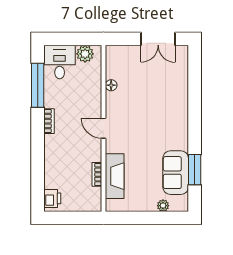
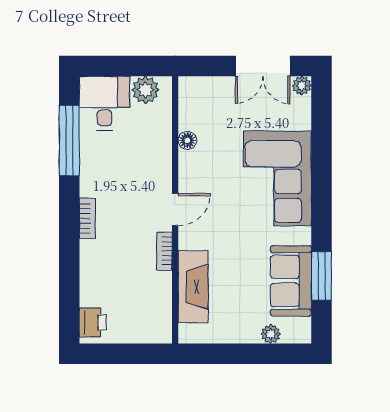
plant: (182, 51) -> (302, 86), added
corner sofa: (167, 109) -> (277, 178), added
bookcase: (49, 121) -> (87, 218), moved
door: (104, 128) -> (175, 209), swing flipped
bookcase: (97, 174) -> (164, 251), moved

